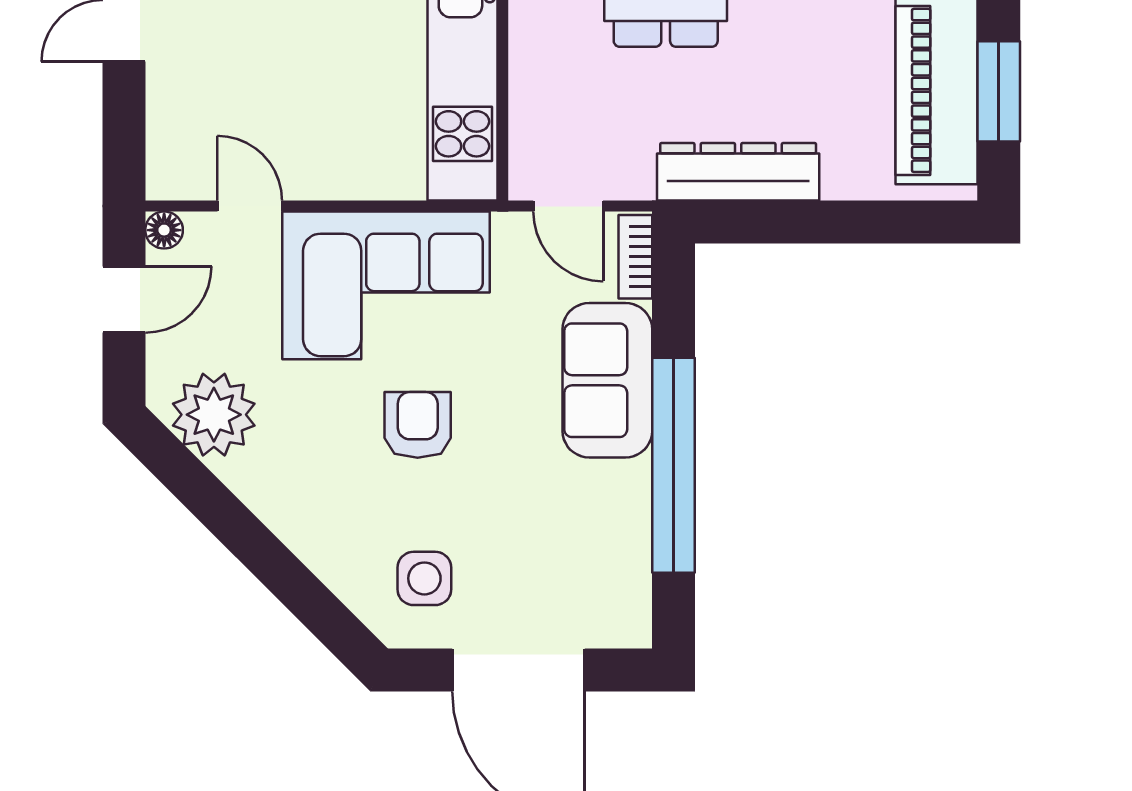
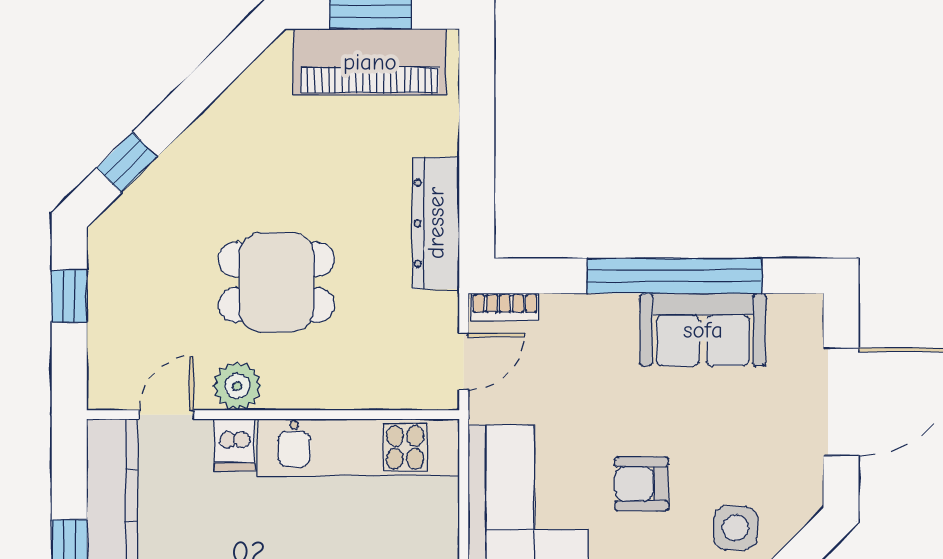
sofa: (607, 380) -> (703, 330), moved
side table: (424, 578) -> (735, 528), moved

